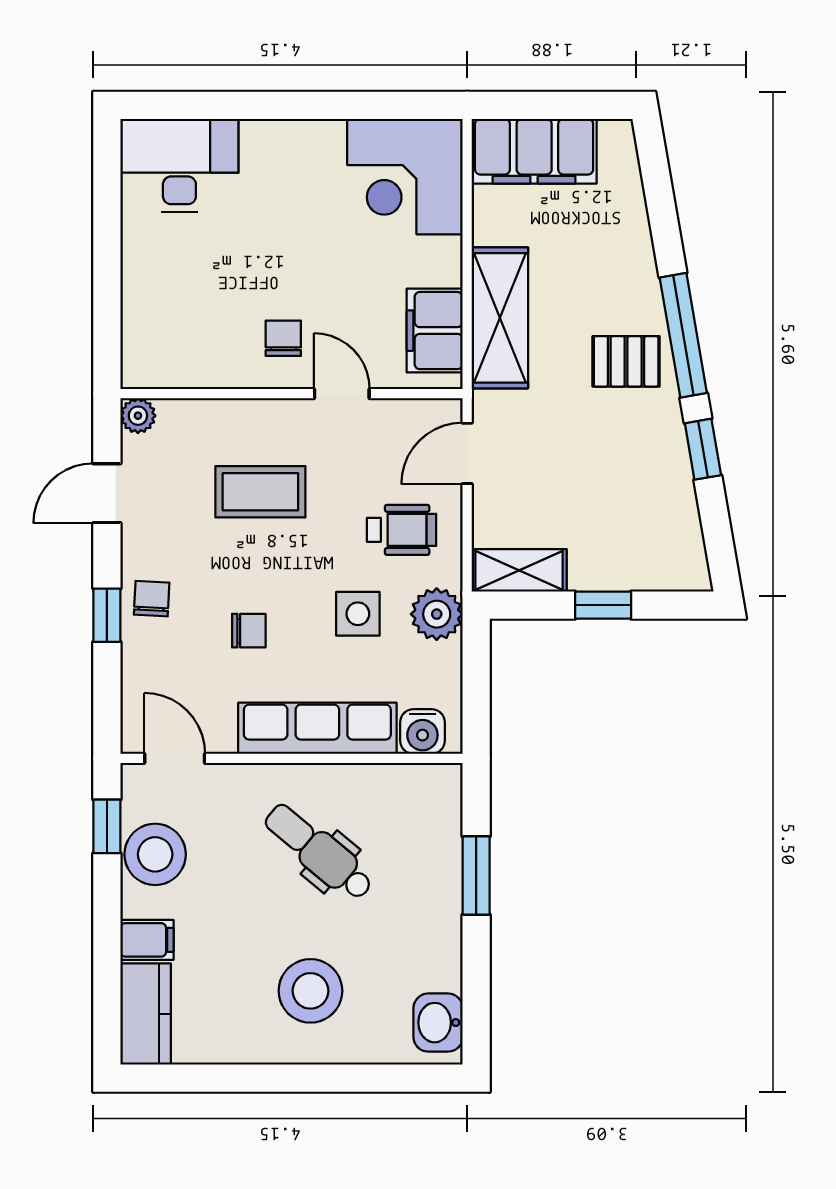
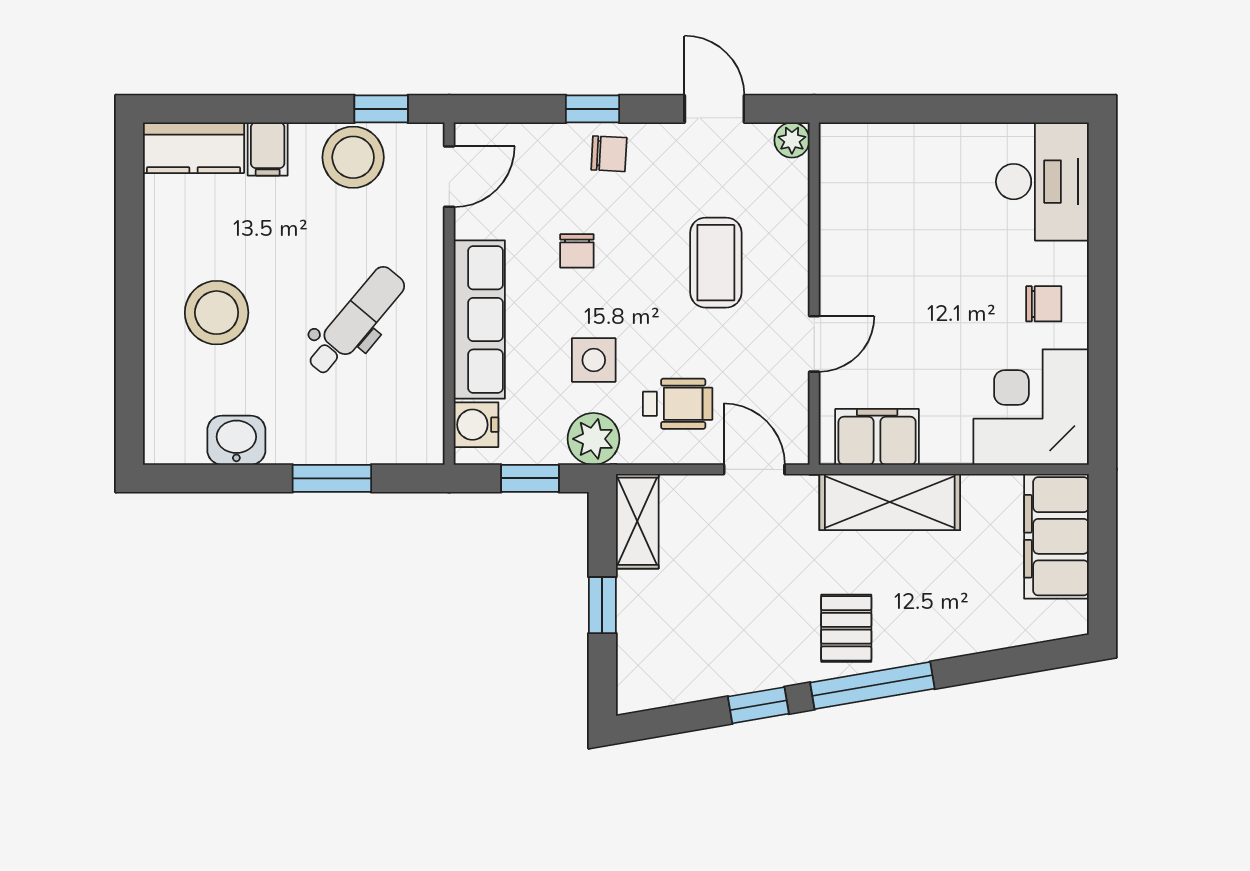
chair: (283, 338) -> (1044, 304), moved
wheelchair: (402, 530) -> (678, 404), turned -90
window: (476, 678) -> (530, 478), added
washbasin: (438, 1023) -> (236, 440), moved

